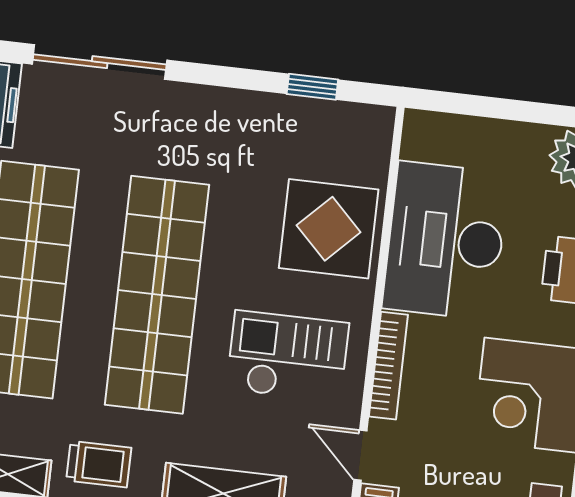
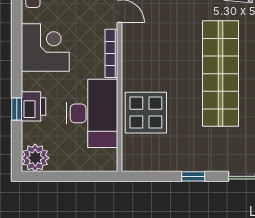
window: (312, 87) -> (193, 176), moved
checkout: (288, 356) -> (158, 52), removed

